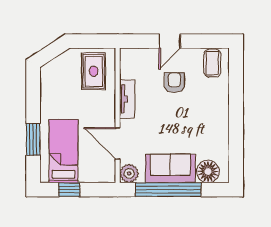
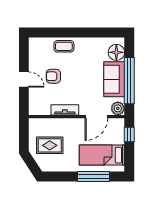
coffee table: (212, 63) -> (64, 46), moved
rug: (94, 71) -> (50, 145), moved
window: (33, 139) -> (94, 177), width x1.44
window: (69, 190) -> (129, 135), moved

